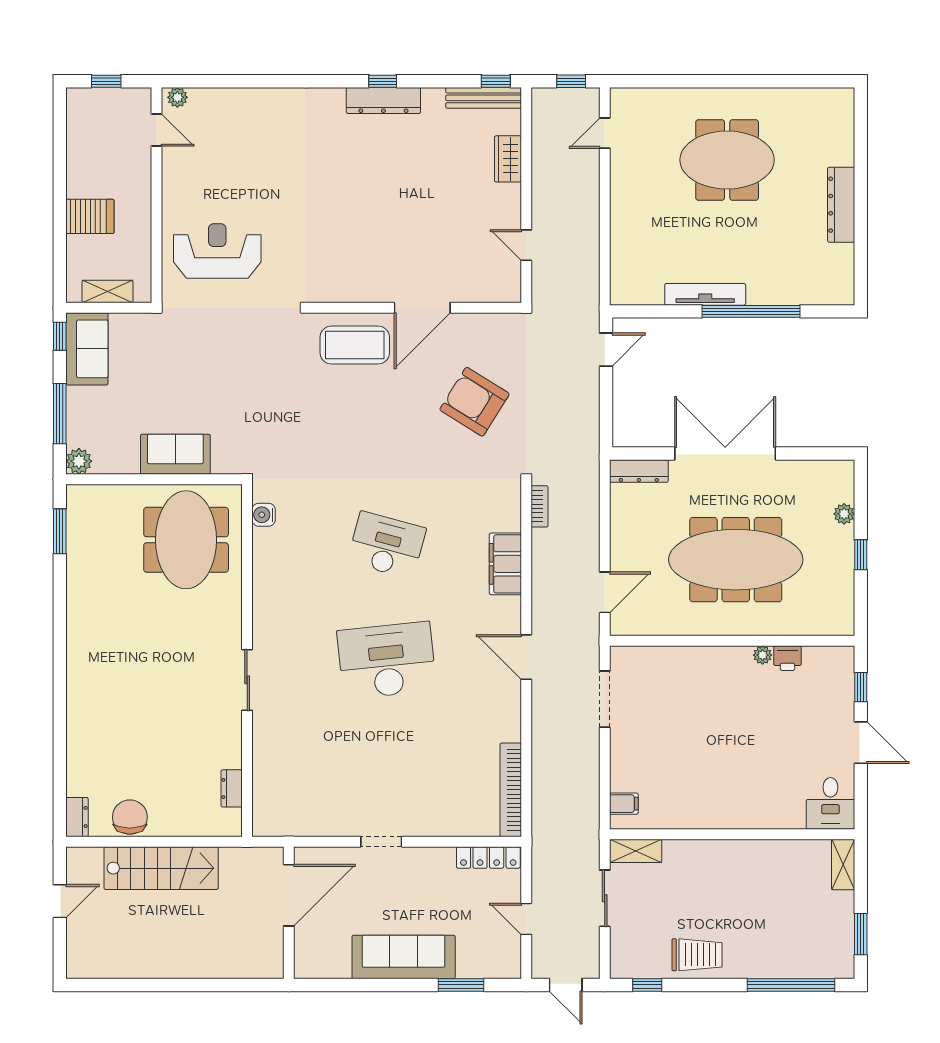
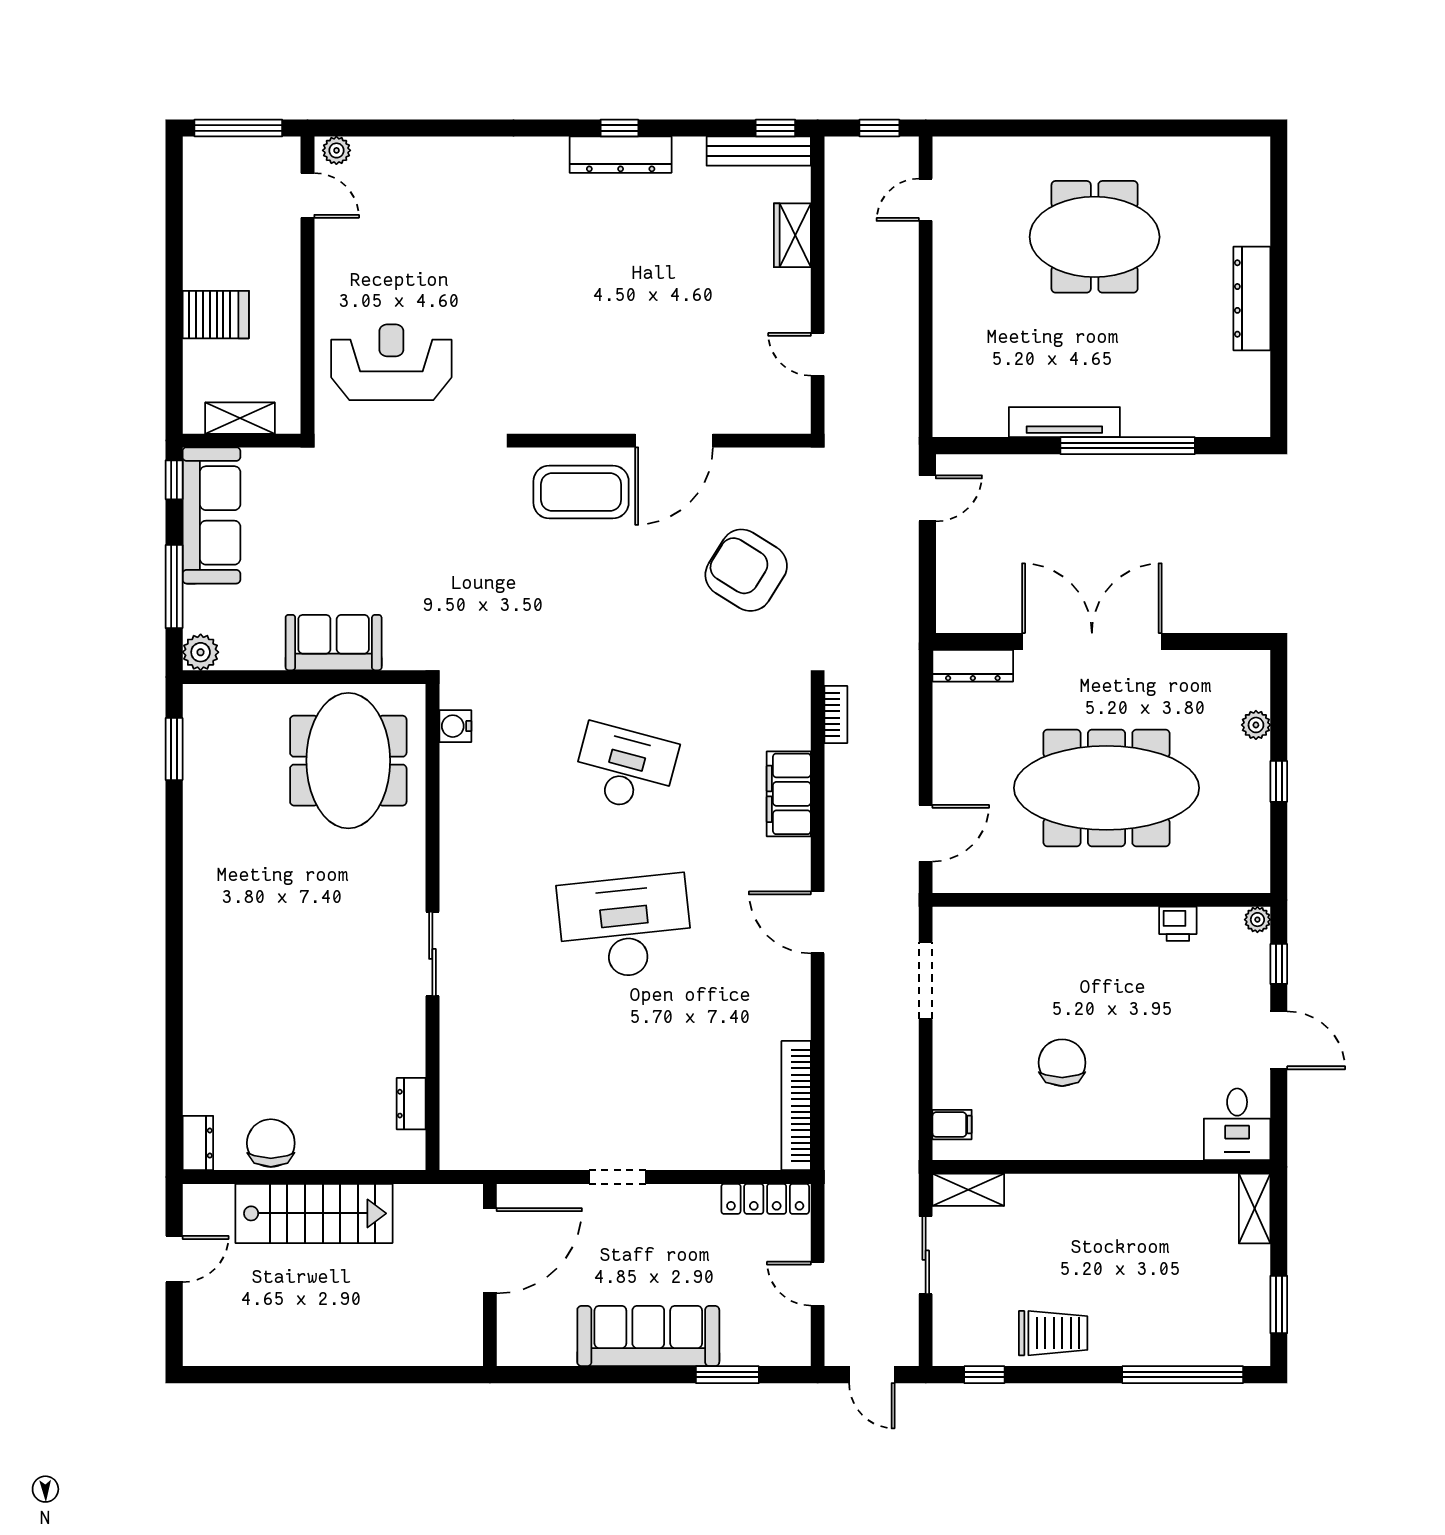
window: (106, 81) -> (238, 128), width x2.17
sofa: (87, 349) -> (211, 515), width x1.36
plant: (763, 655) -> (1257, 920), moved
chair: (703, 759) -> (1062, 1063), added

